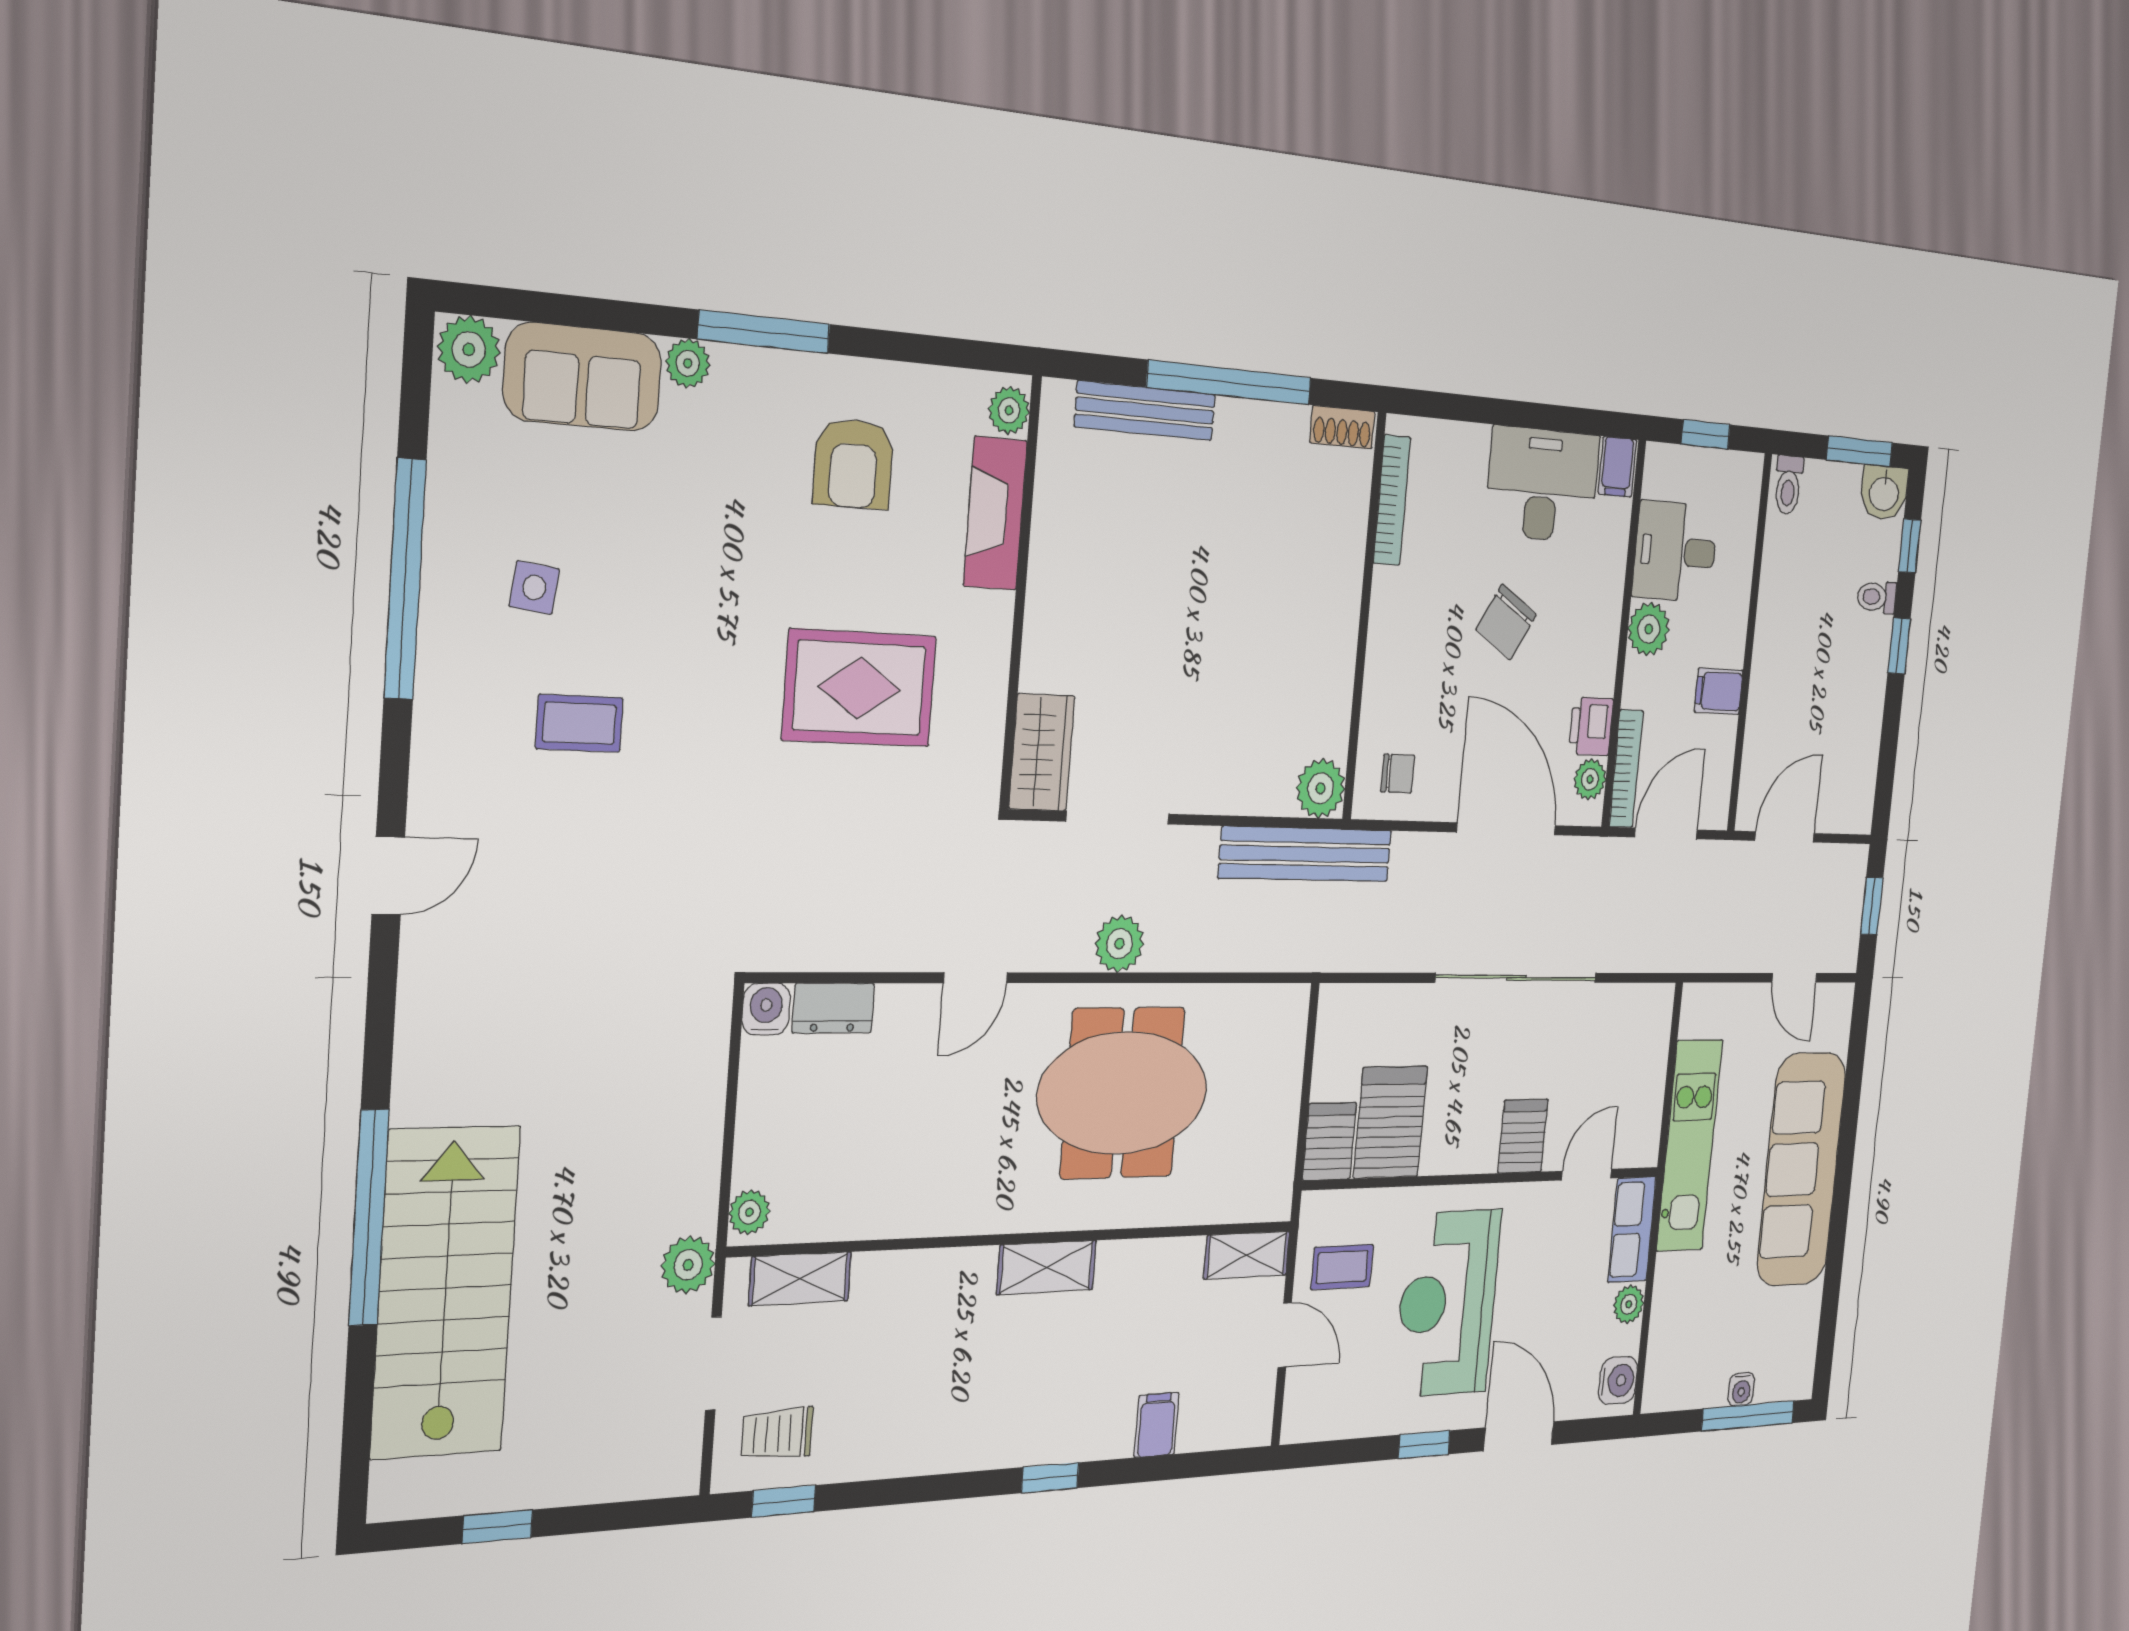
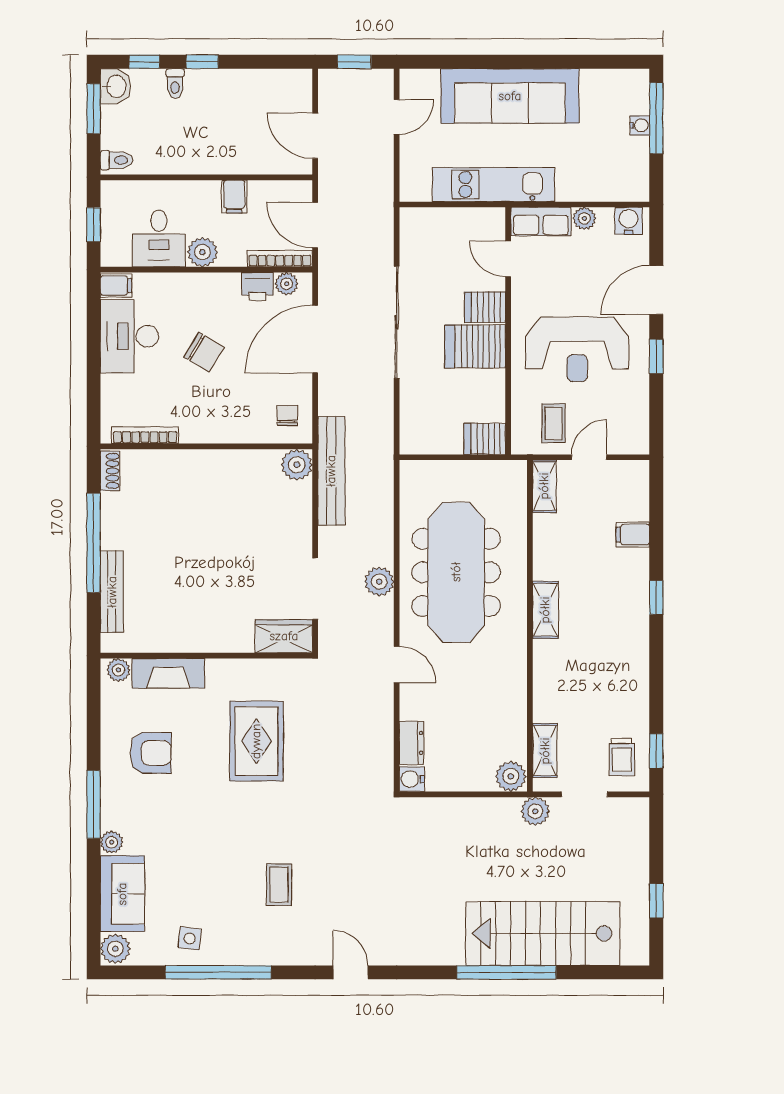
side table: (534, 588) -> (190, 938), moved
meeting table: (1123, 1093) -> (456, 572), width x1.36
server rack: (1390, 1122) -> (475, 346), moved
plant: (749, 1212) -> (511, 776), width x1.38, depth x1.38

